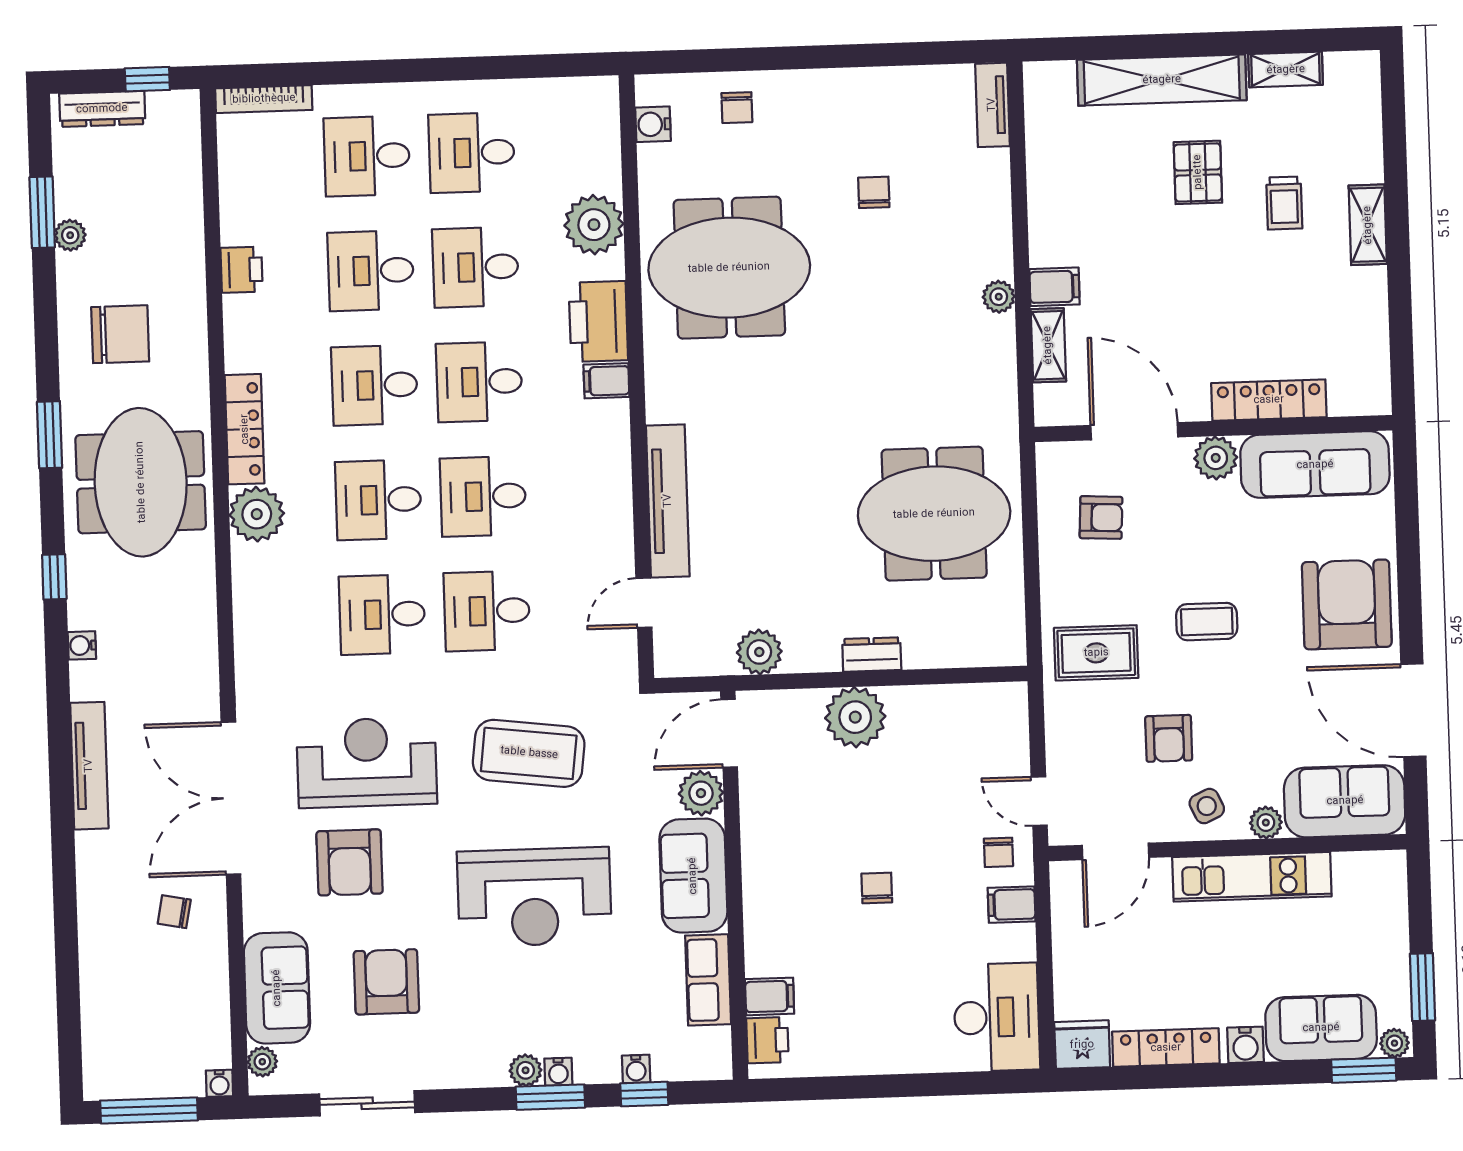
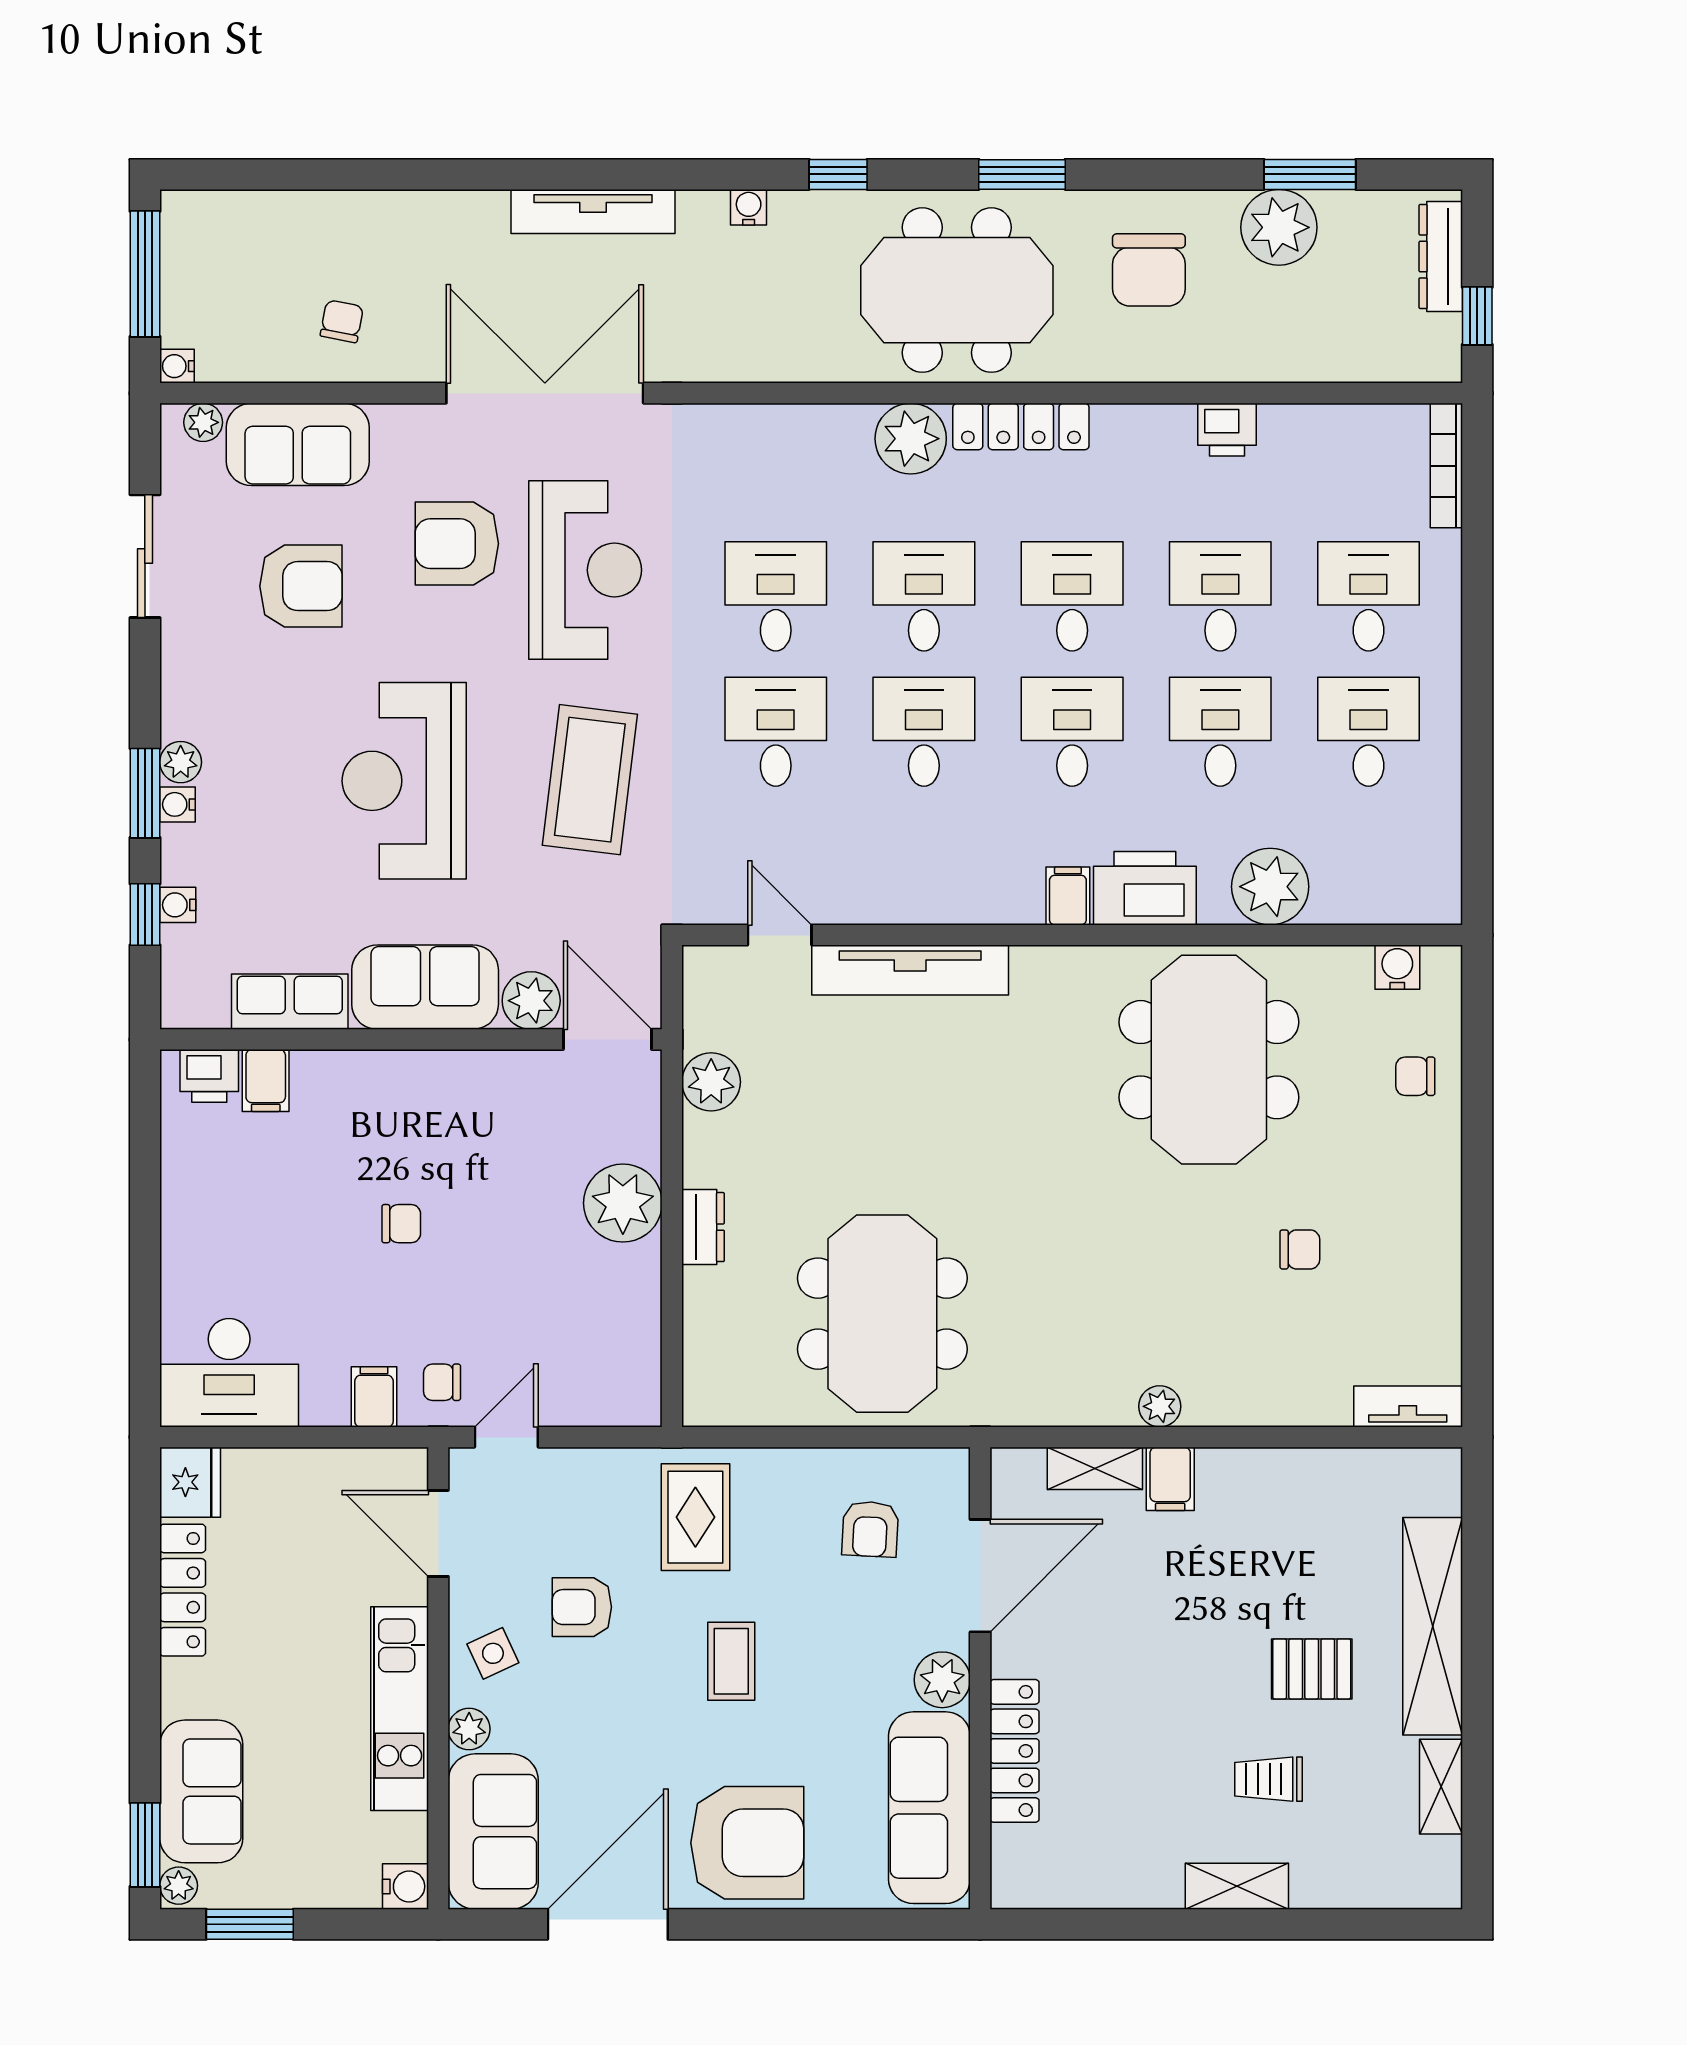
plant: (70, 235) -> (1279, 227), width x1.88, depth x1.88
chair: (174, 912) -> (342, 321), moved
water cooler: (1245, 1045) -> (405, 1886), moved, turned 180

